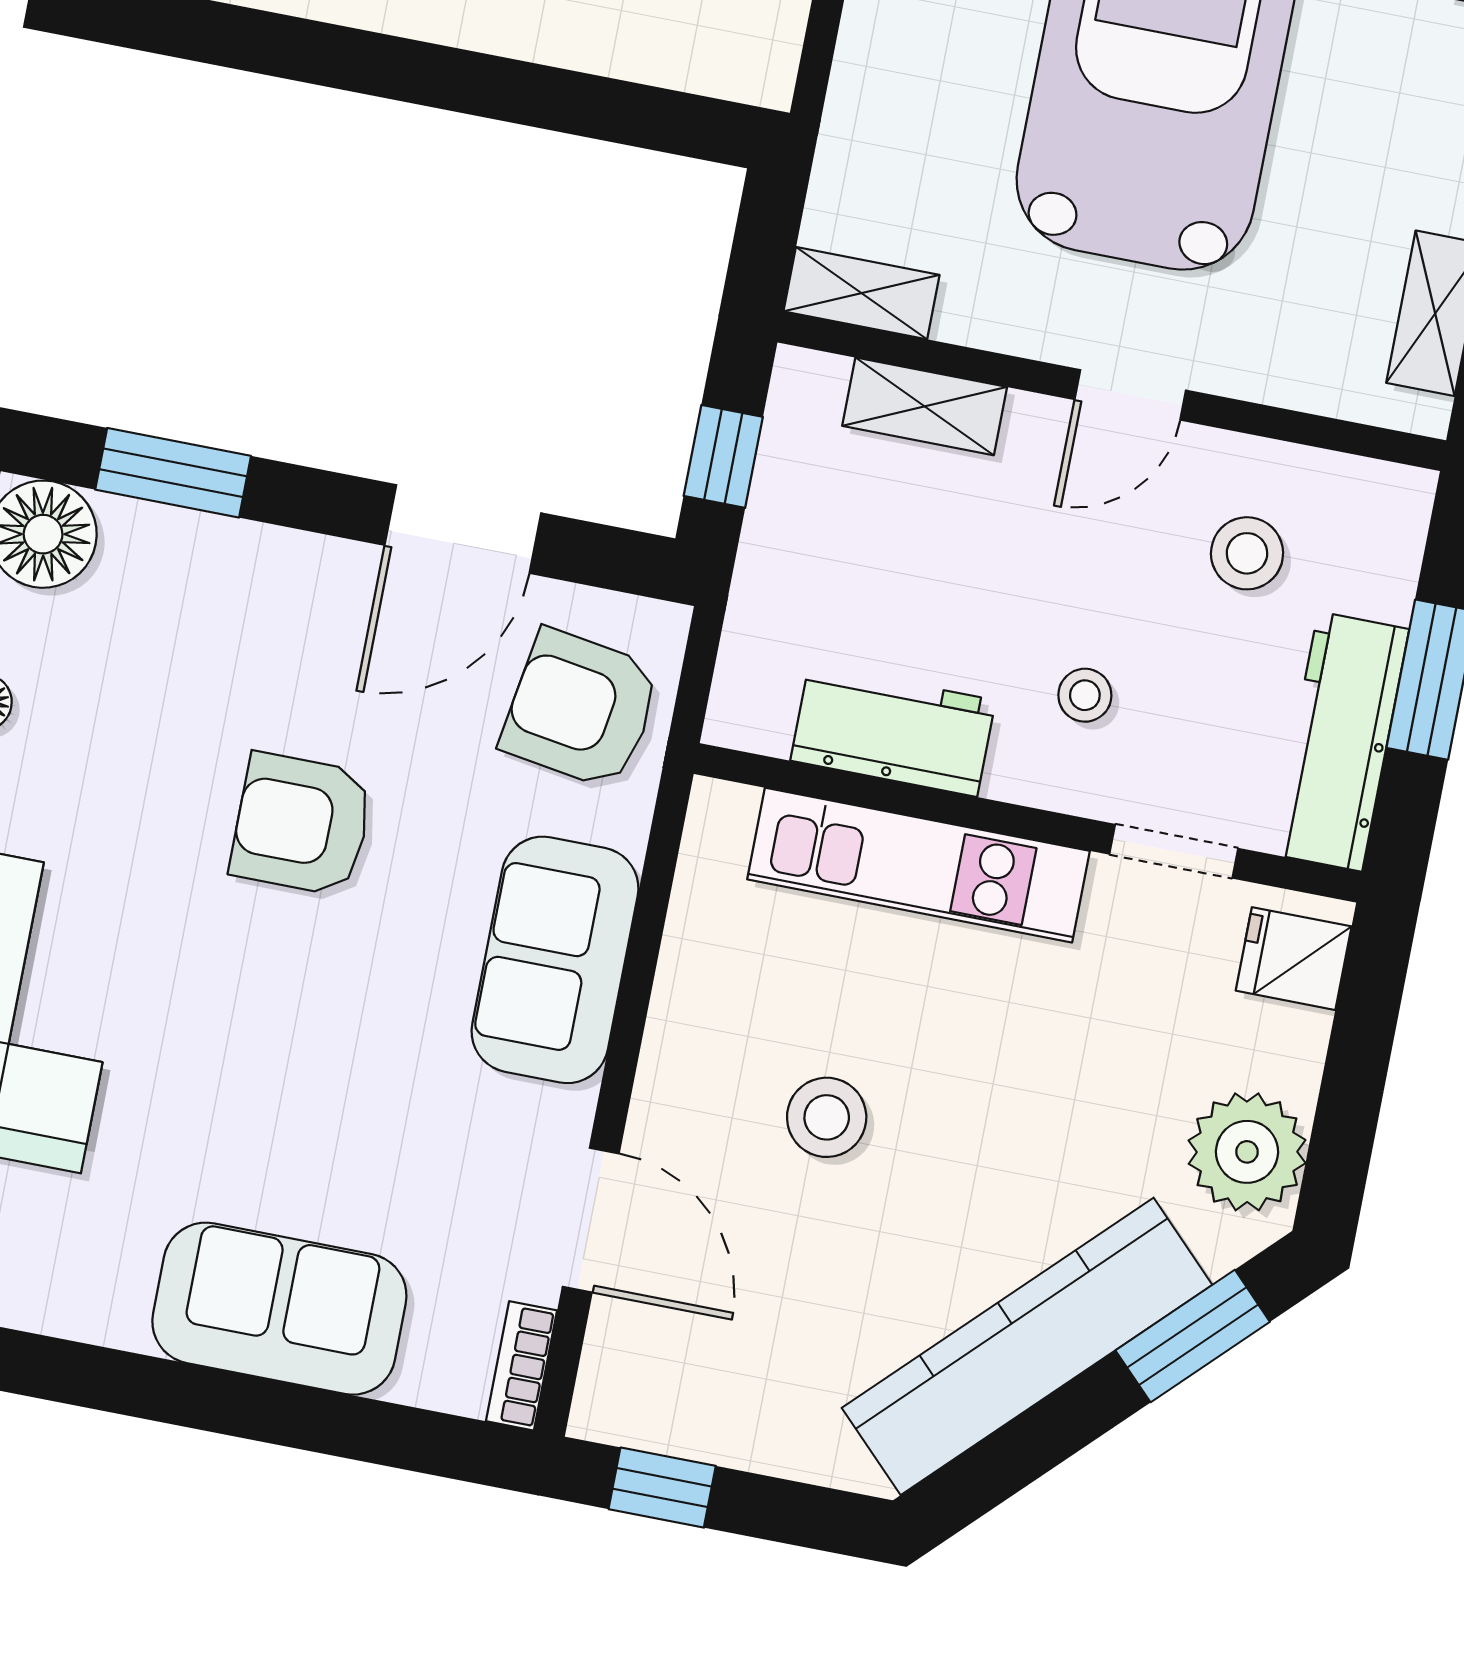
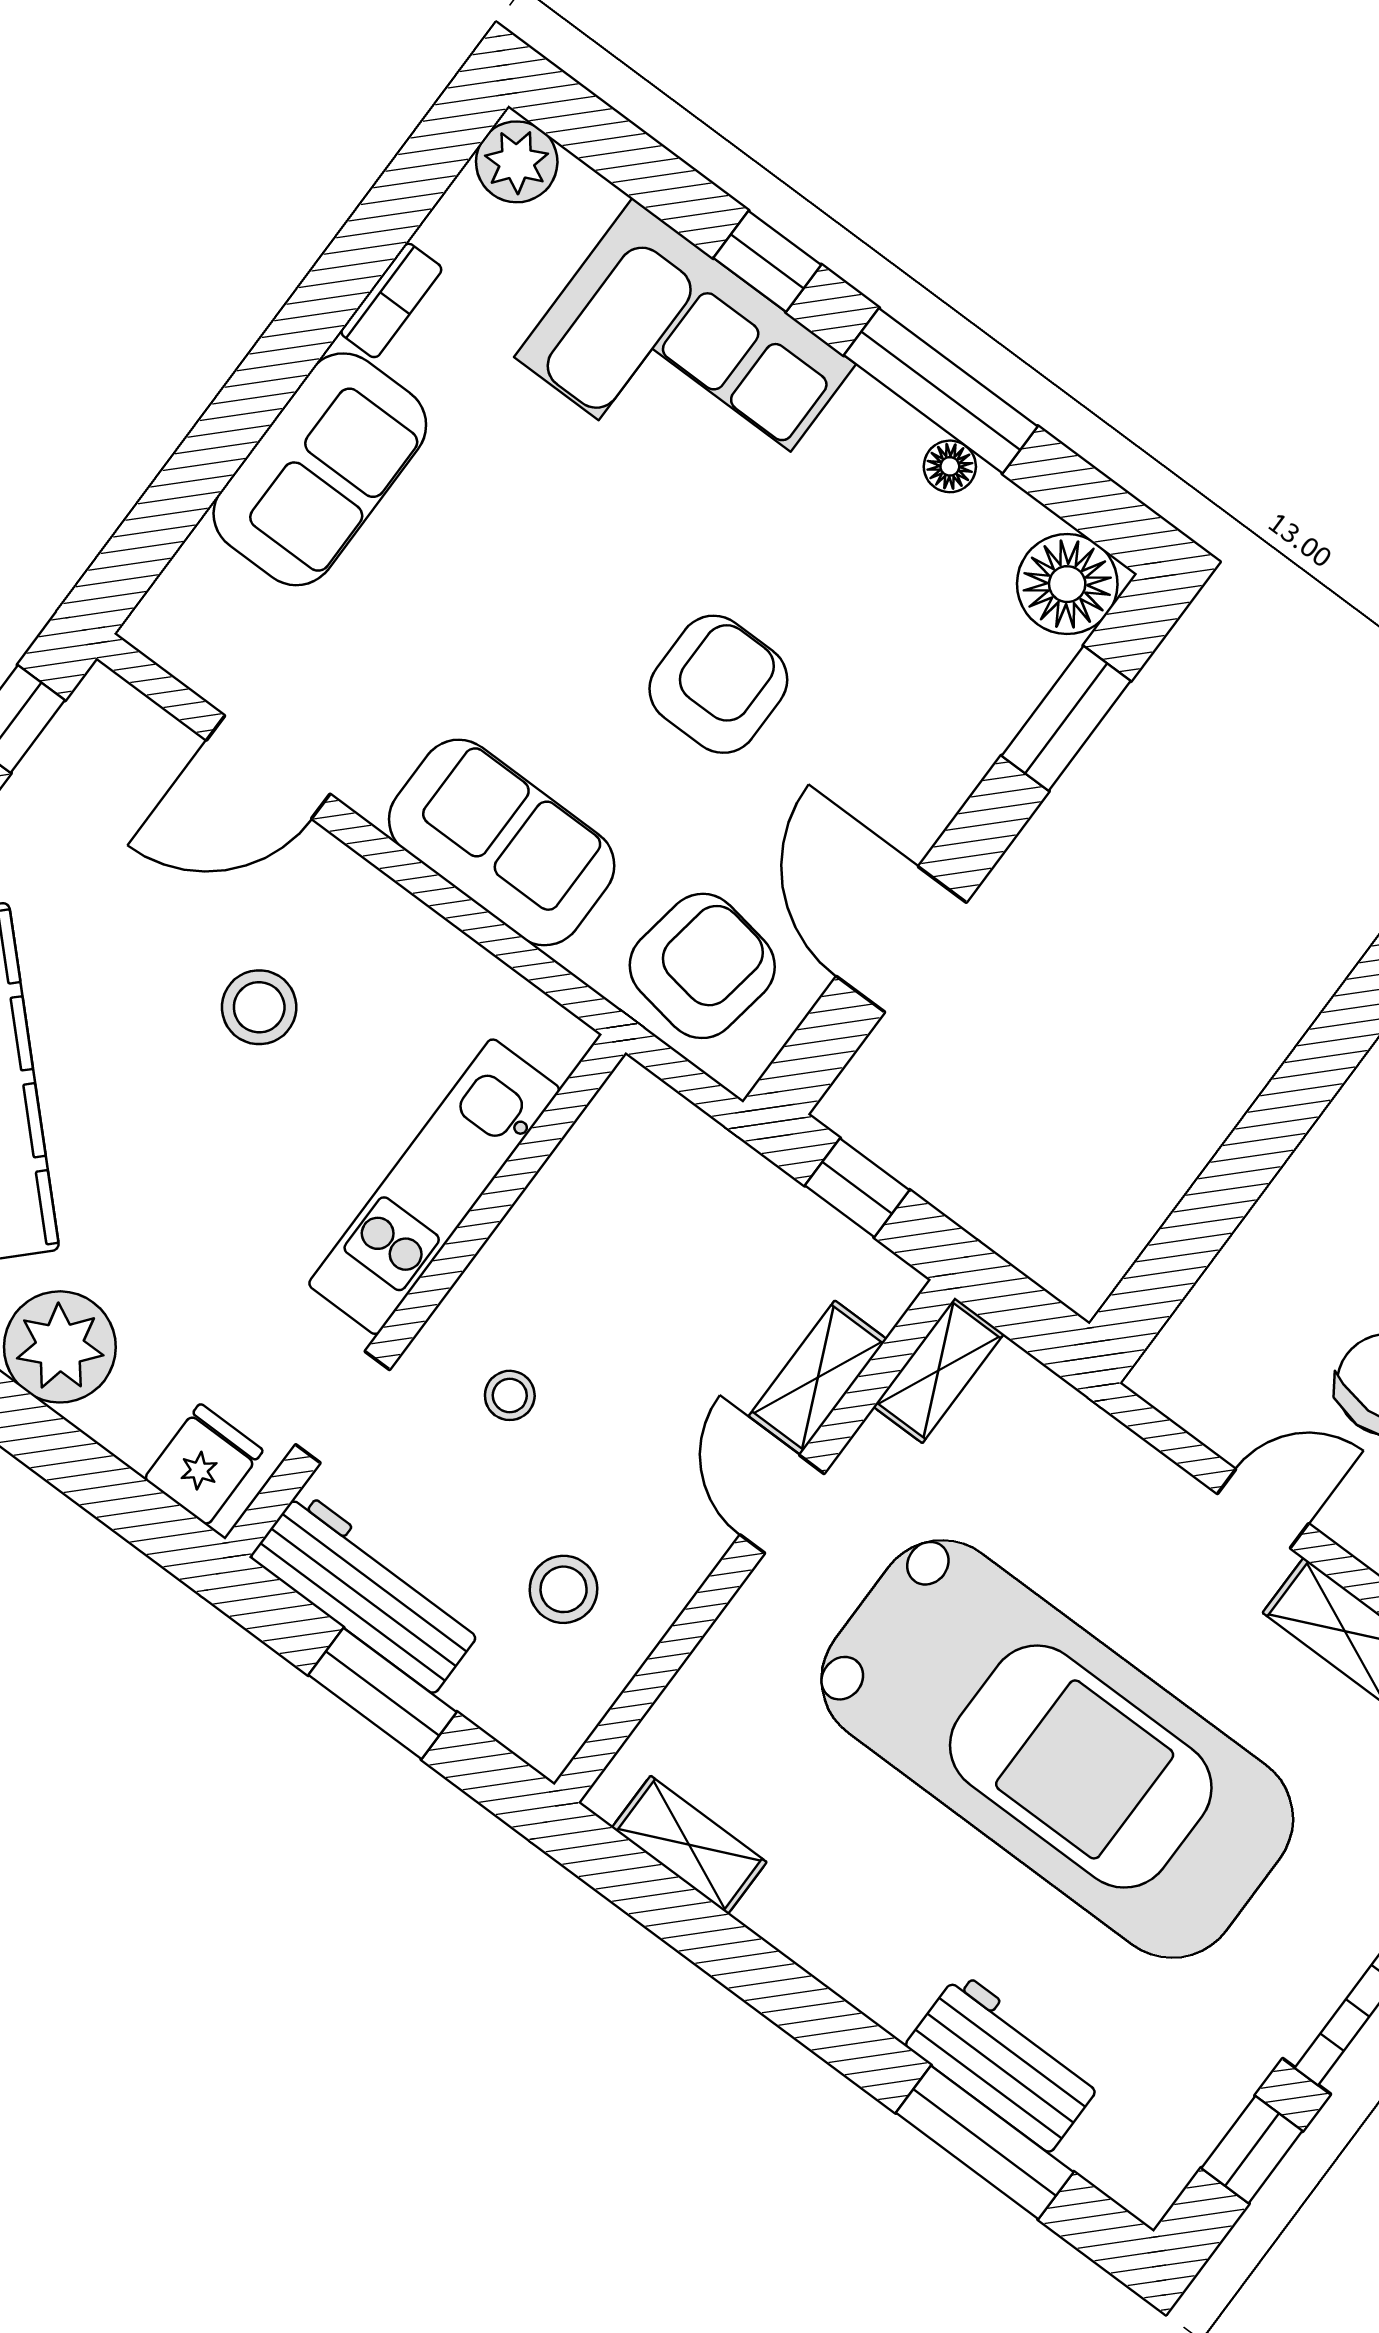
door: (1130, 395) -> (782, 1504), moved
workbench: (893, 731) -> (558, 1220), removed
bookcase: (522, 1366) -> (391, 300), moved, turned 90

